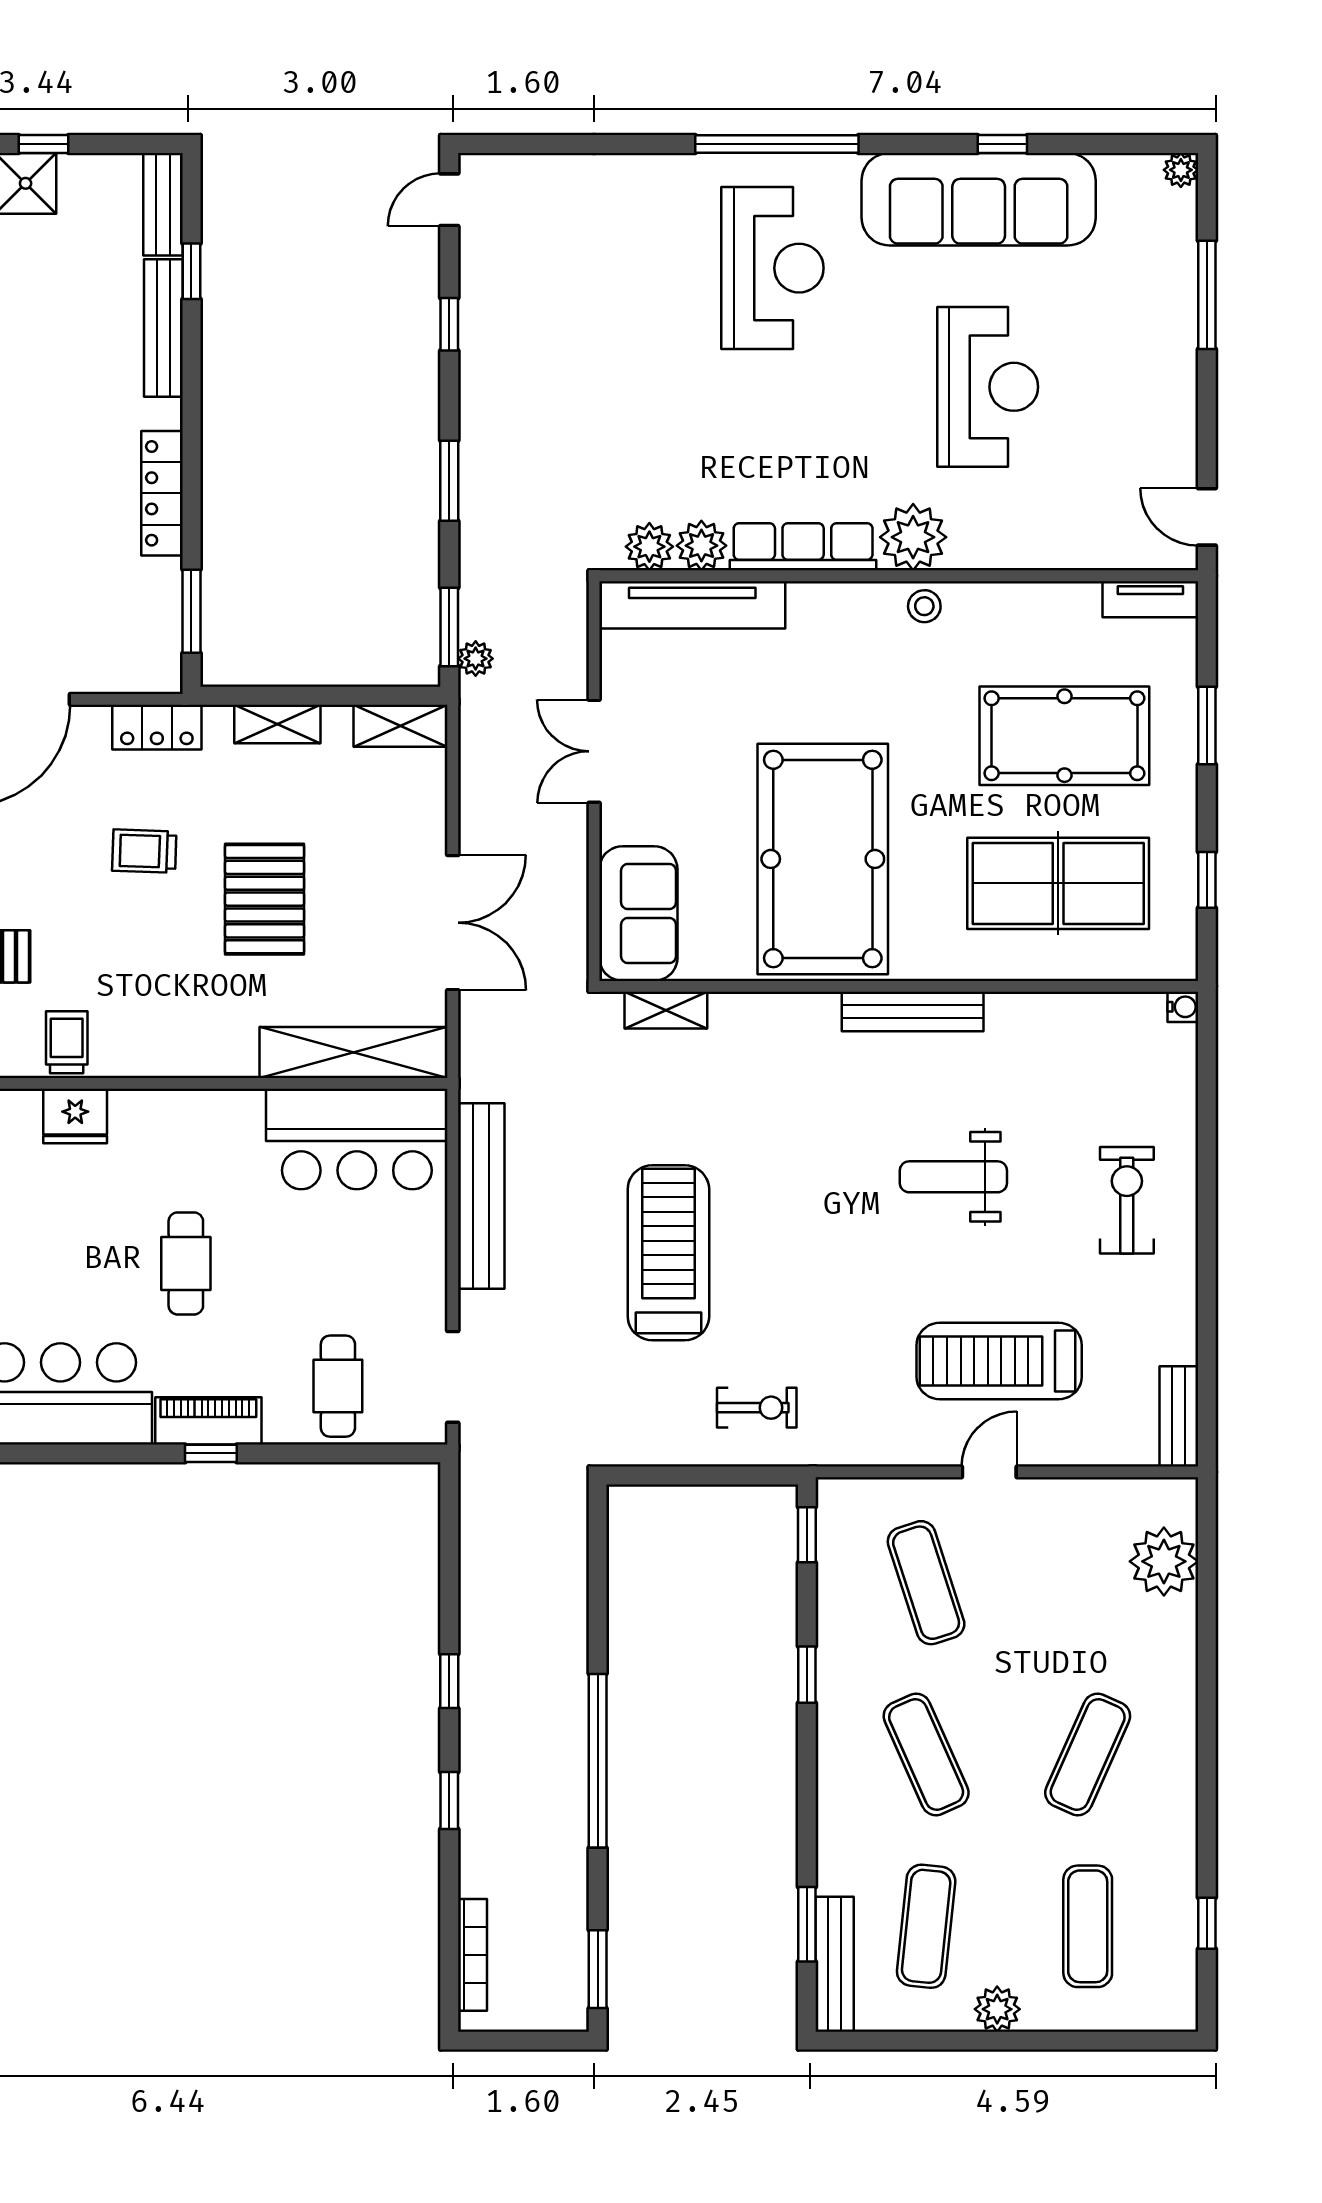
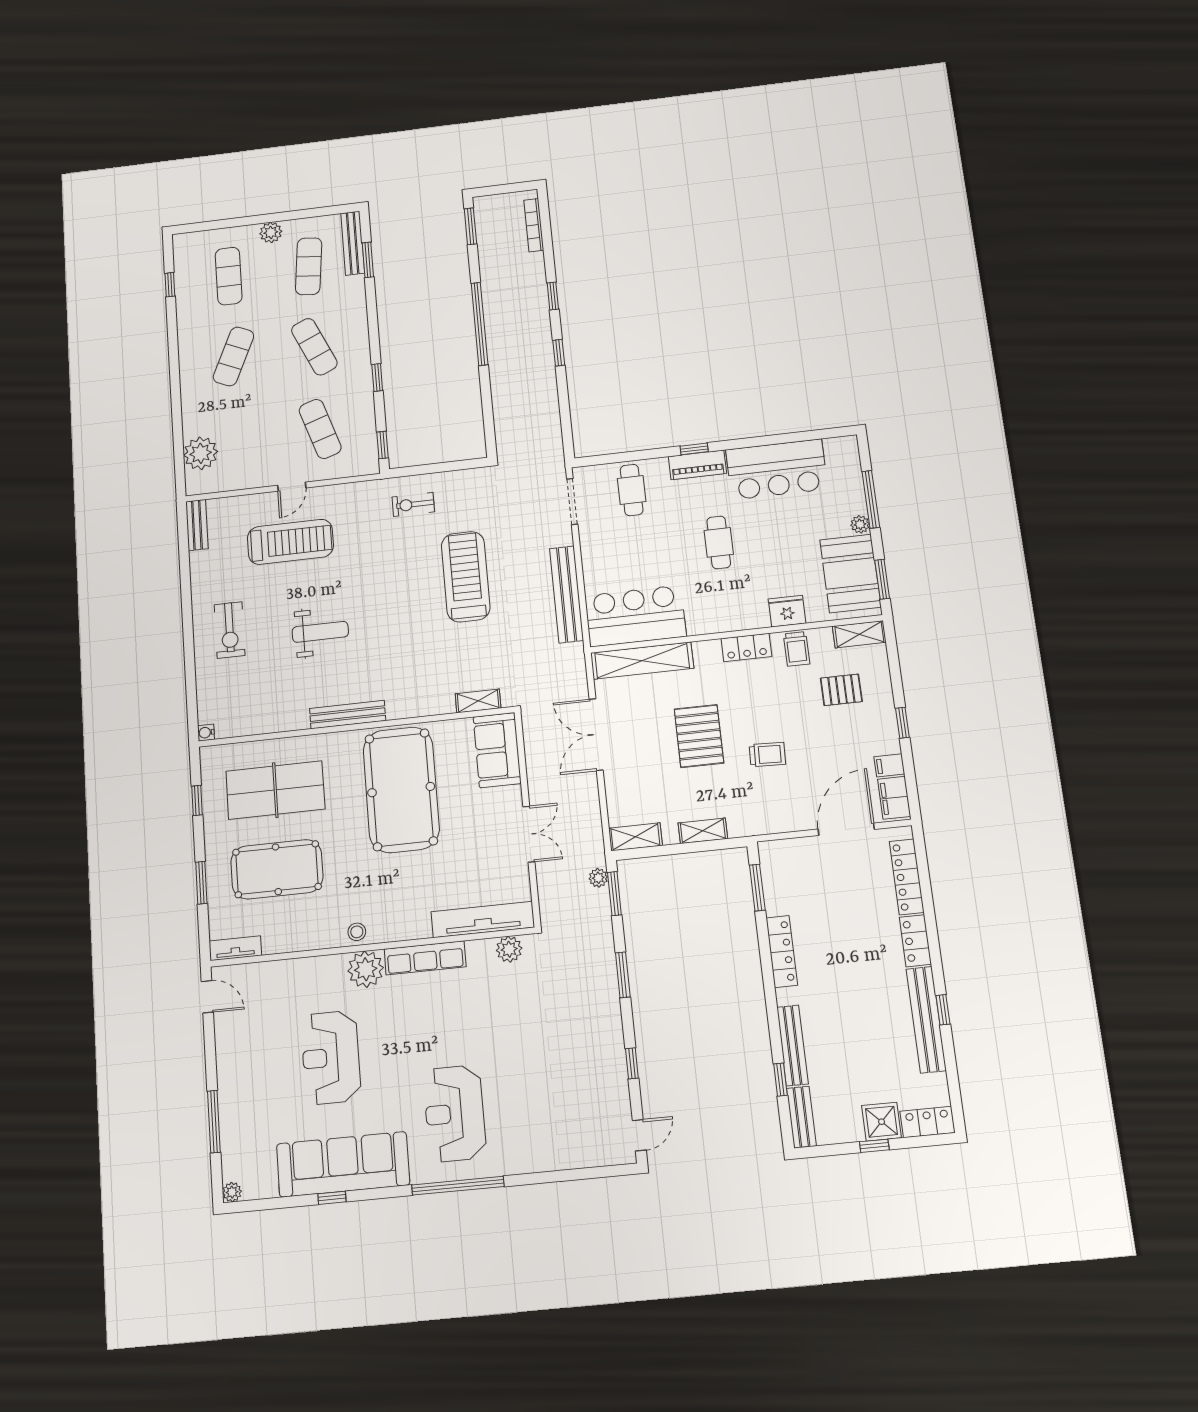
plant: (701, 546) -> (481, 953), removed
locker: (157, 727) -> (746, 647), moved, turned 180
treadmill: (668, 1253) -> (466, 577), turned 180

